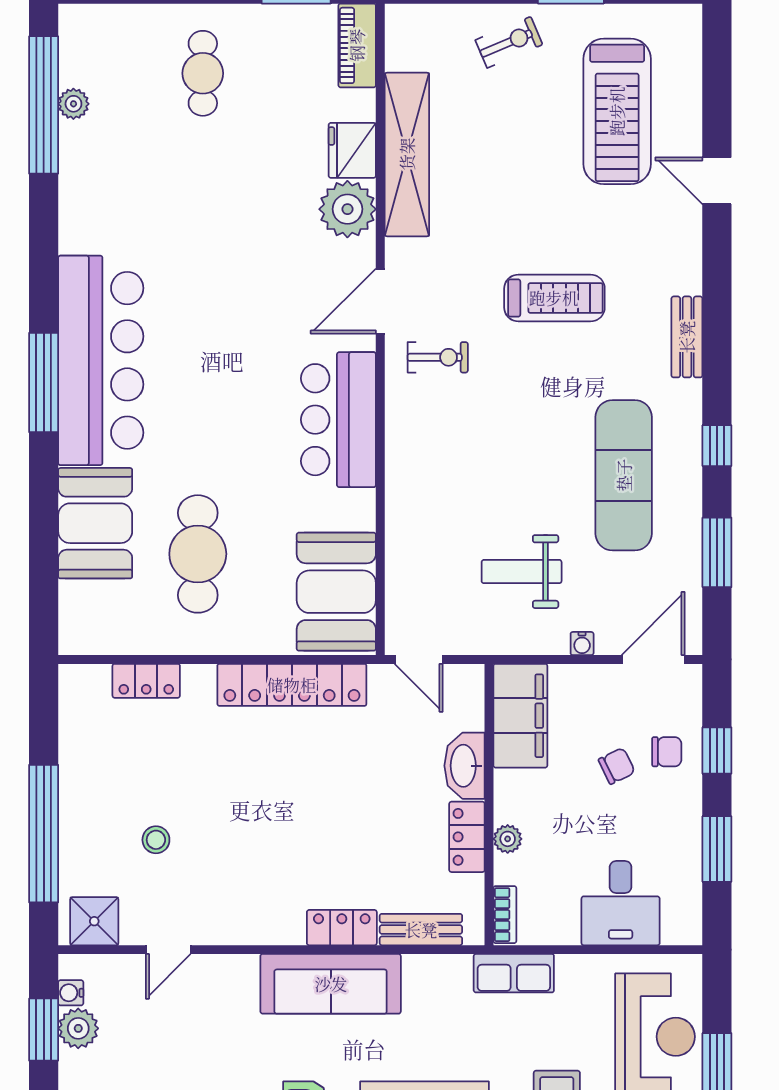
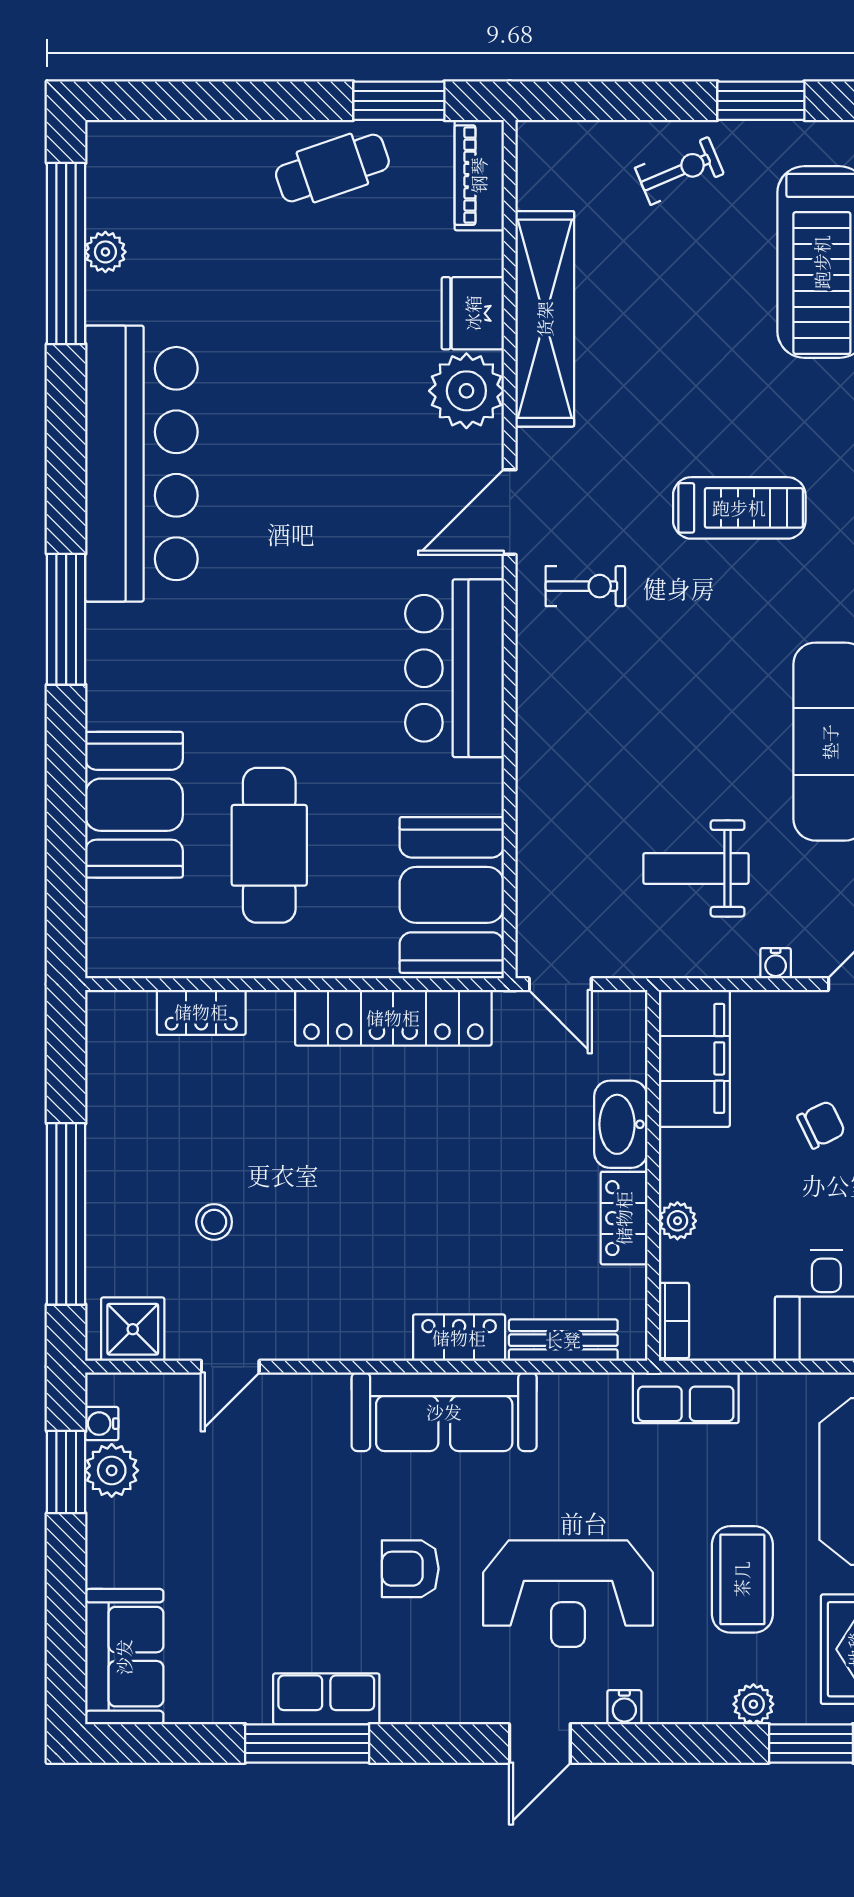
cafe table: (203, 73) -> (332, 168), moved, turned 71
bar counter: (101, 360) -> (141, 464), moved

